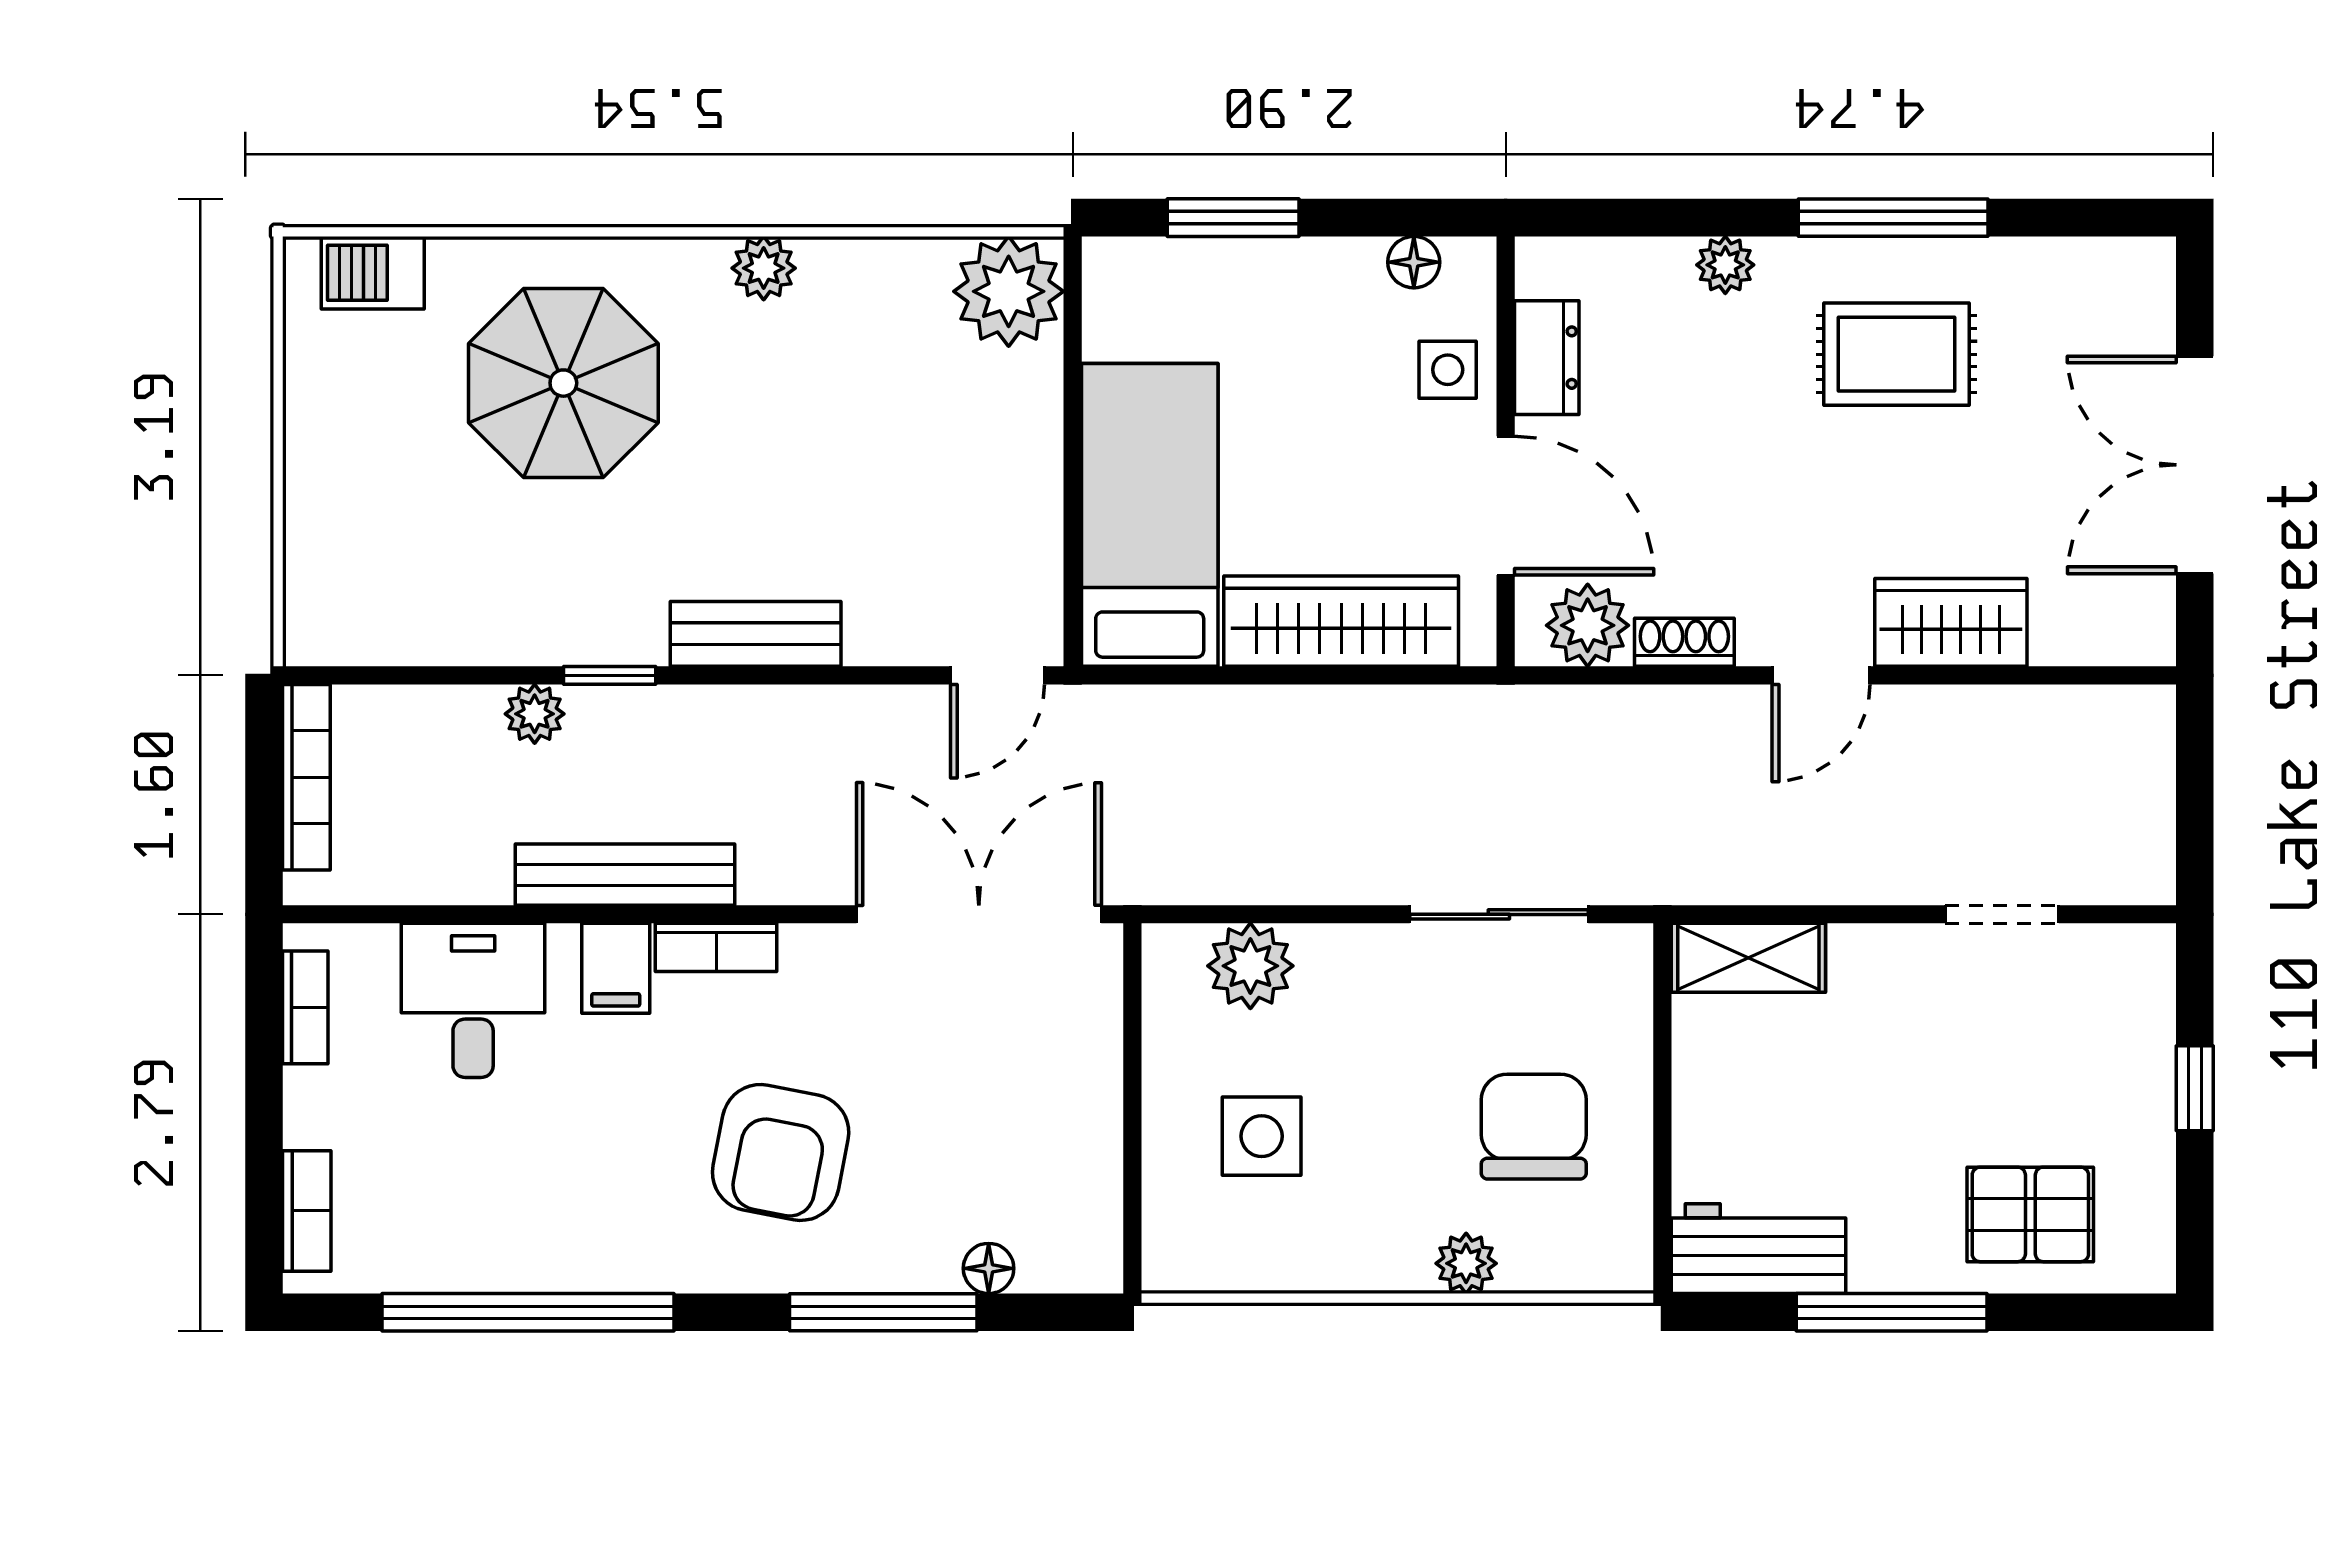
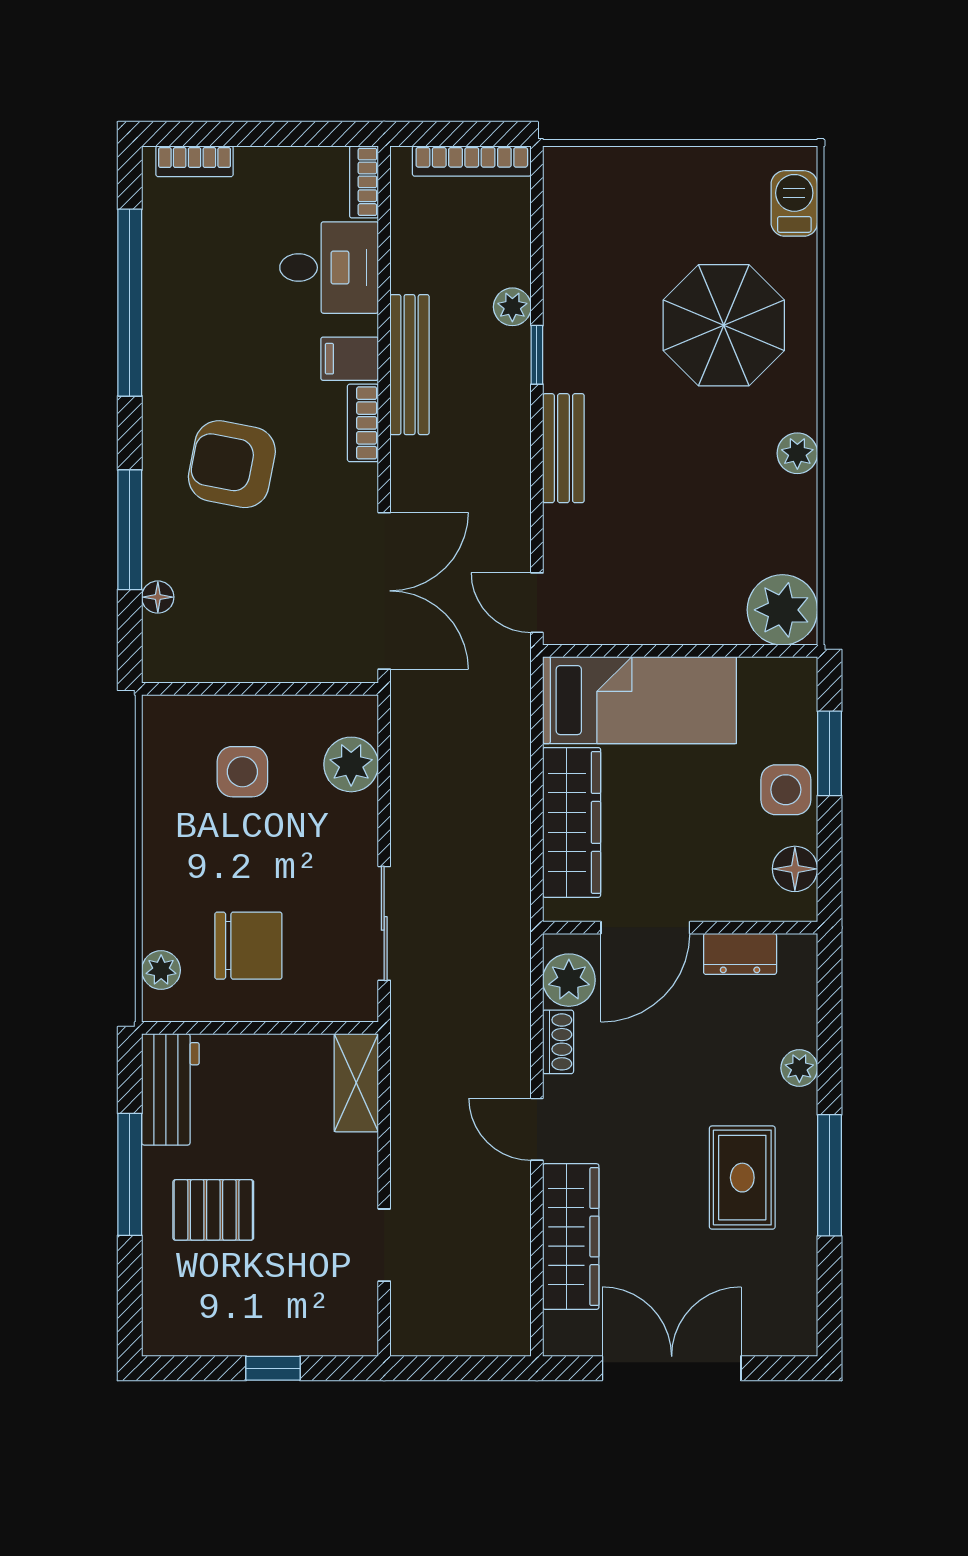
floor lamp: (1414, 262) -> (795, 869), width x1.37, depth x1.37
side table: (1448, 370) -> (786, 790), moved, width x1.37, depth x1.37
wardrobe: (1951, 622) -> (571, 1237), width x1.50
bookcase: (305, 1007) -> (364, 182), moved, turned 90
pallet: (2030, 1214) -> (213, 1210), moved, turned 90
plant: (1466, 1263) -> (161, 970), moved

